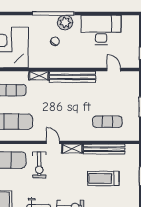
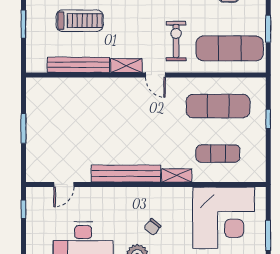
door: (114, 70) -> (64, 185), hinge flipped
exercise mat: (107, 122) -> (74, 106), removed

